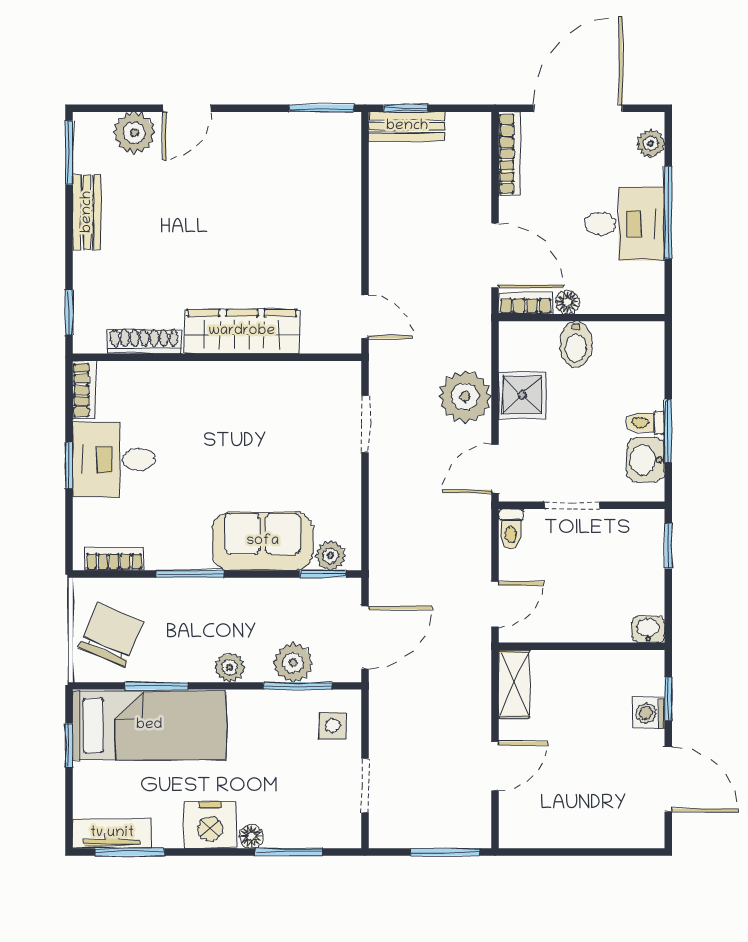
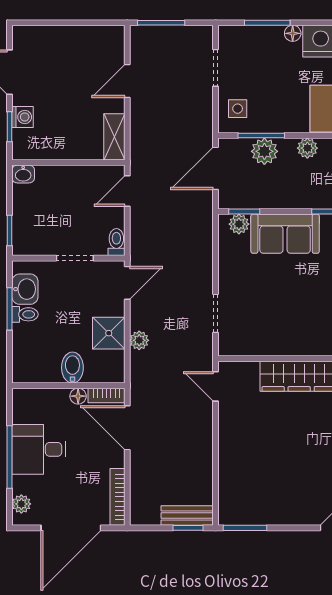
plant: (465, 397) -> (139, 340), width x0.53, depth x0.53

